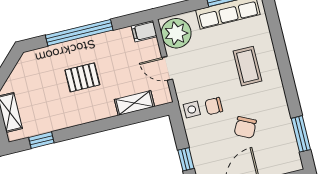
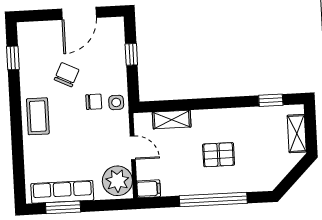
coffee table: (247, 66) -> (38, 116), moved
window: (301, 134) -> (13, 58), width x0.67

